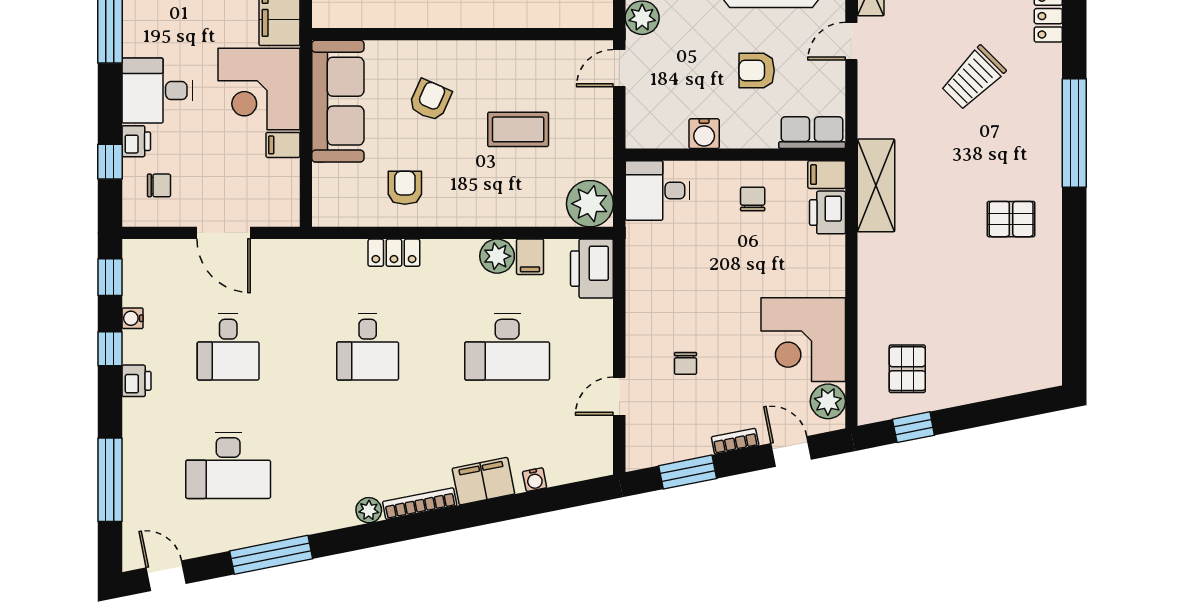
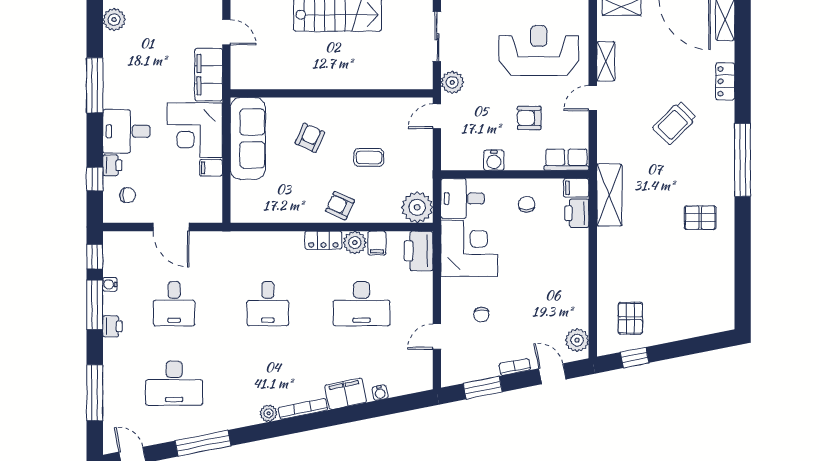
coffee table: (518, 129) -> (369, 157), width x0.73, depth x0.77
armchair: (405, 188) -> (340, 206), moved, turned -66
locker: (394, 253) -> (323, 240), moved
corner desk: (803, 340) -> (469, 248), moved, turned 180
window: (110, 349) -> (95, 305), width x2.17

